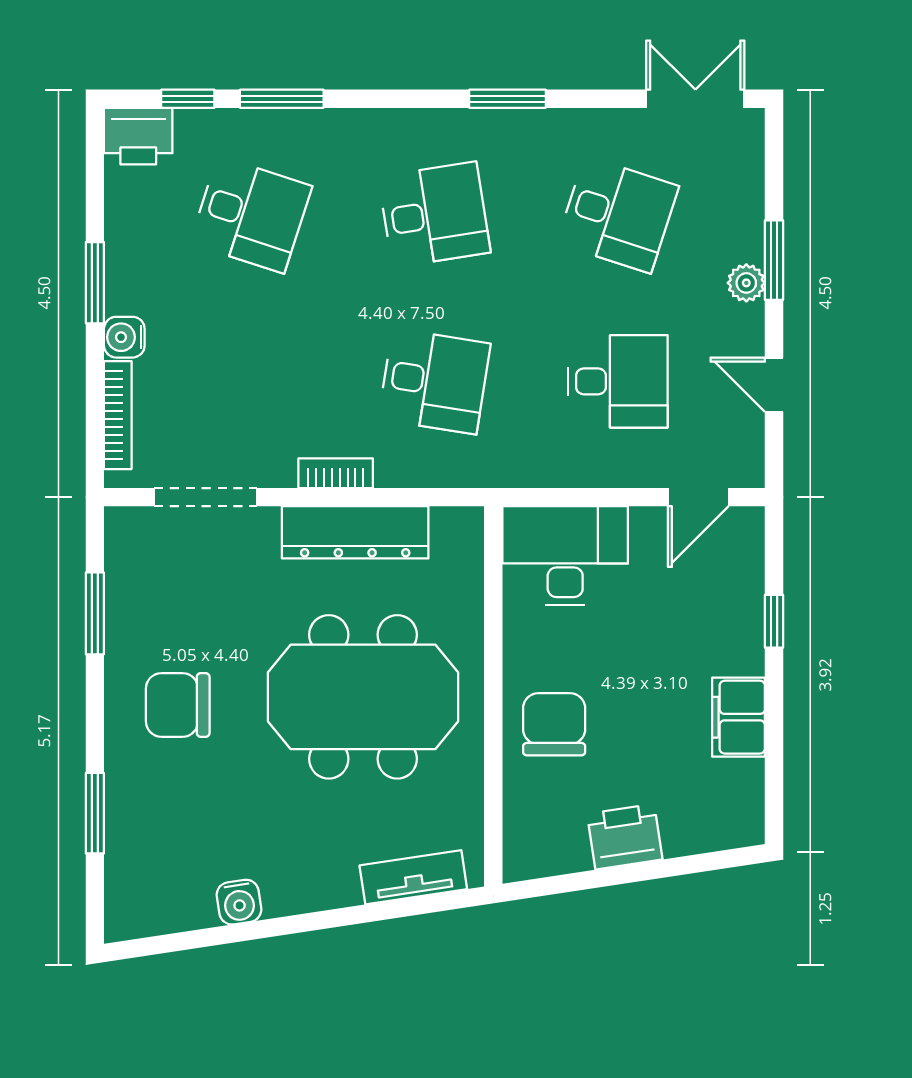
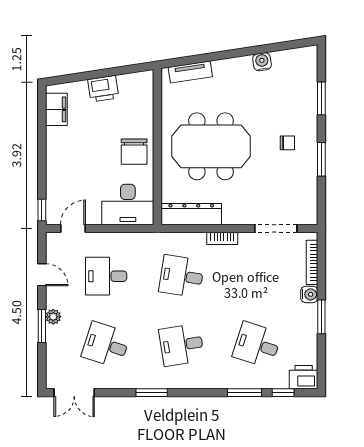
dresser: (355, 532) -> (191, 214), moved
window: (95, 613) -> (321, 159), moved
window: (774, 621) -> (42, 210), moved
chair: (178, 705) -> (287, 143), width x0.54, depth x0.54
filing cabinet: (739, 717) -> (56, 109), moved
chair: (554, 724) -> (134, 152), moved

